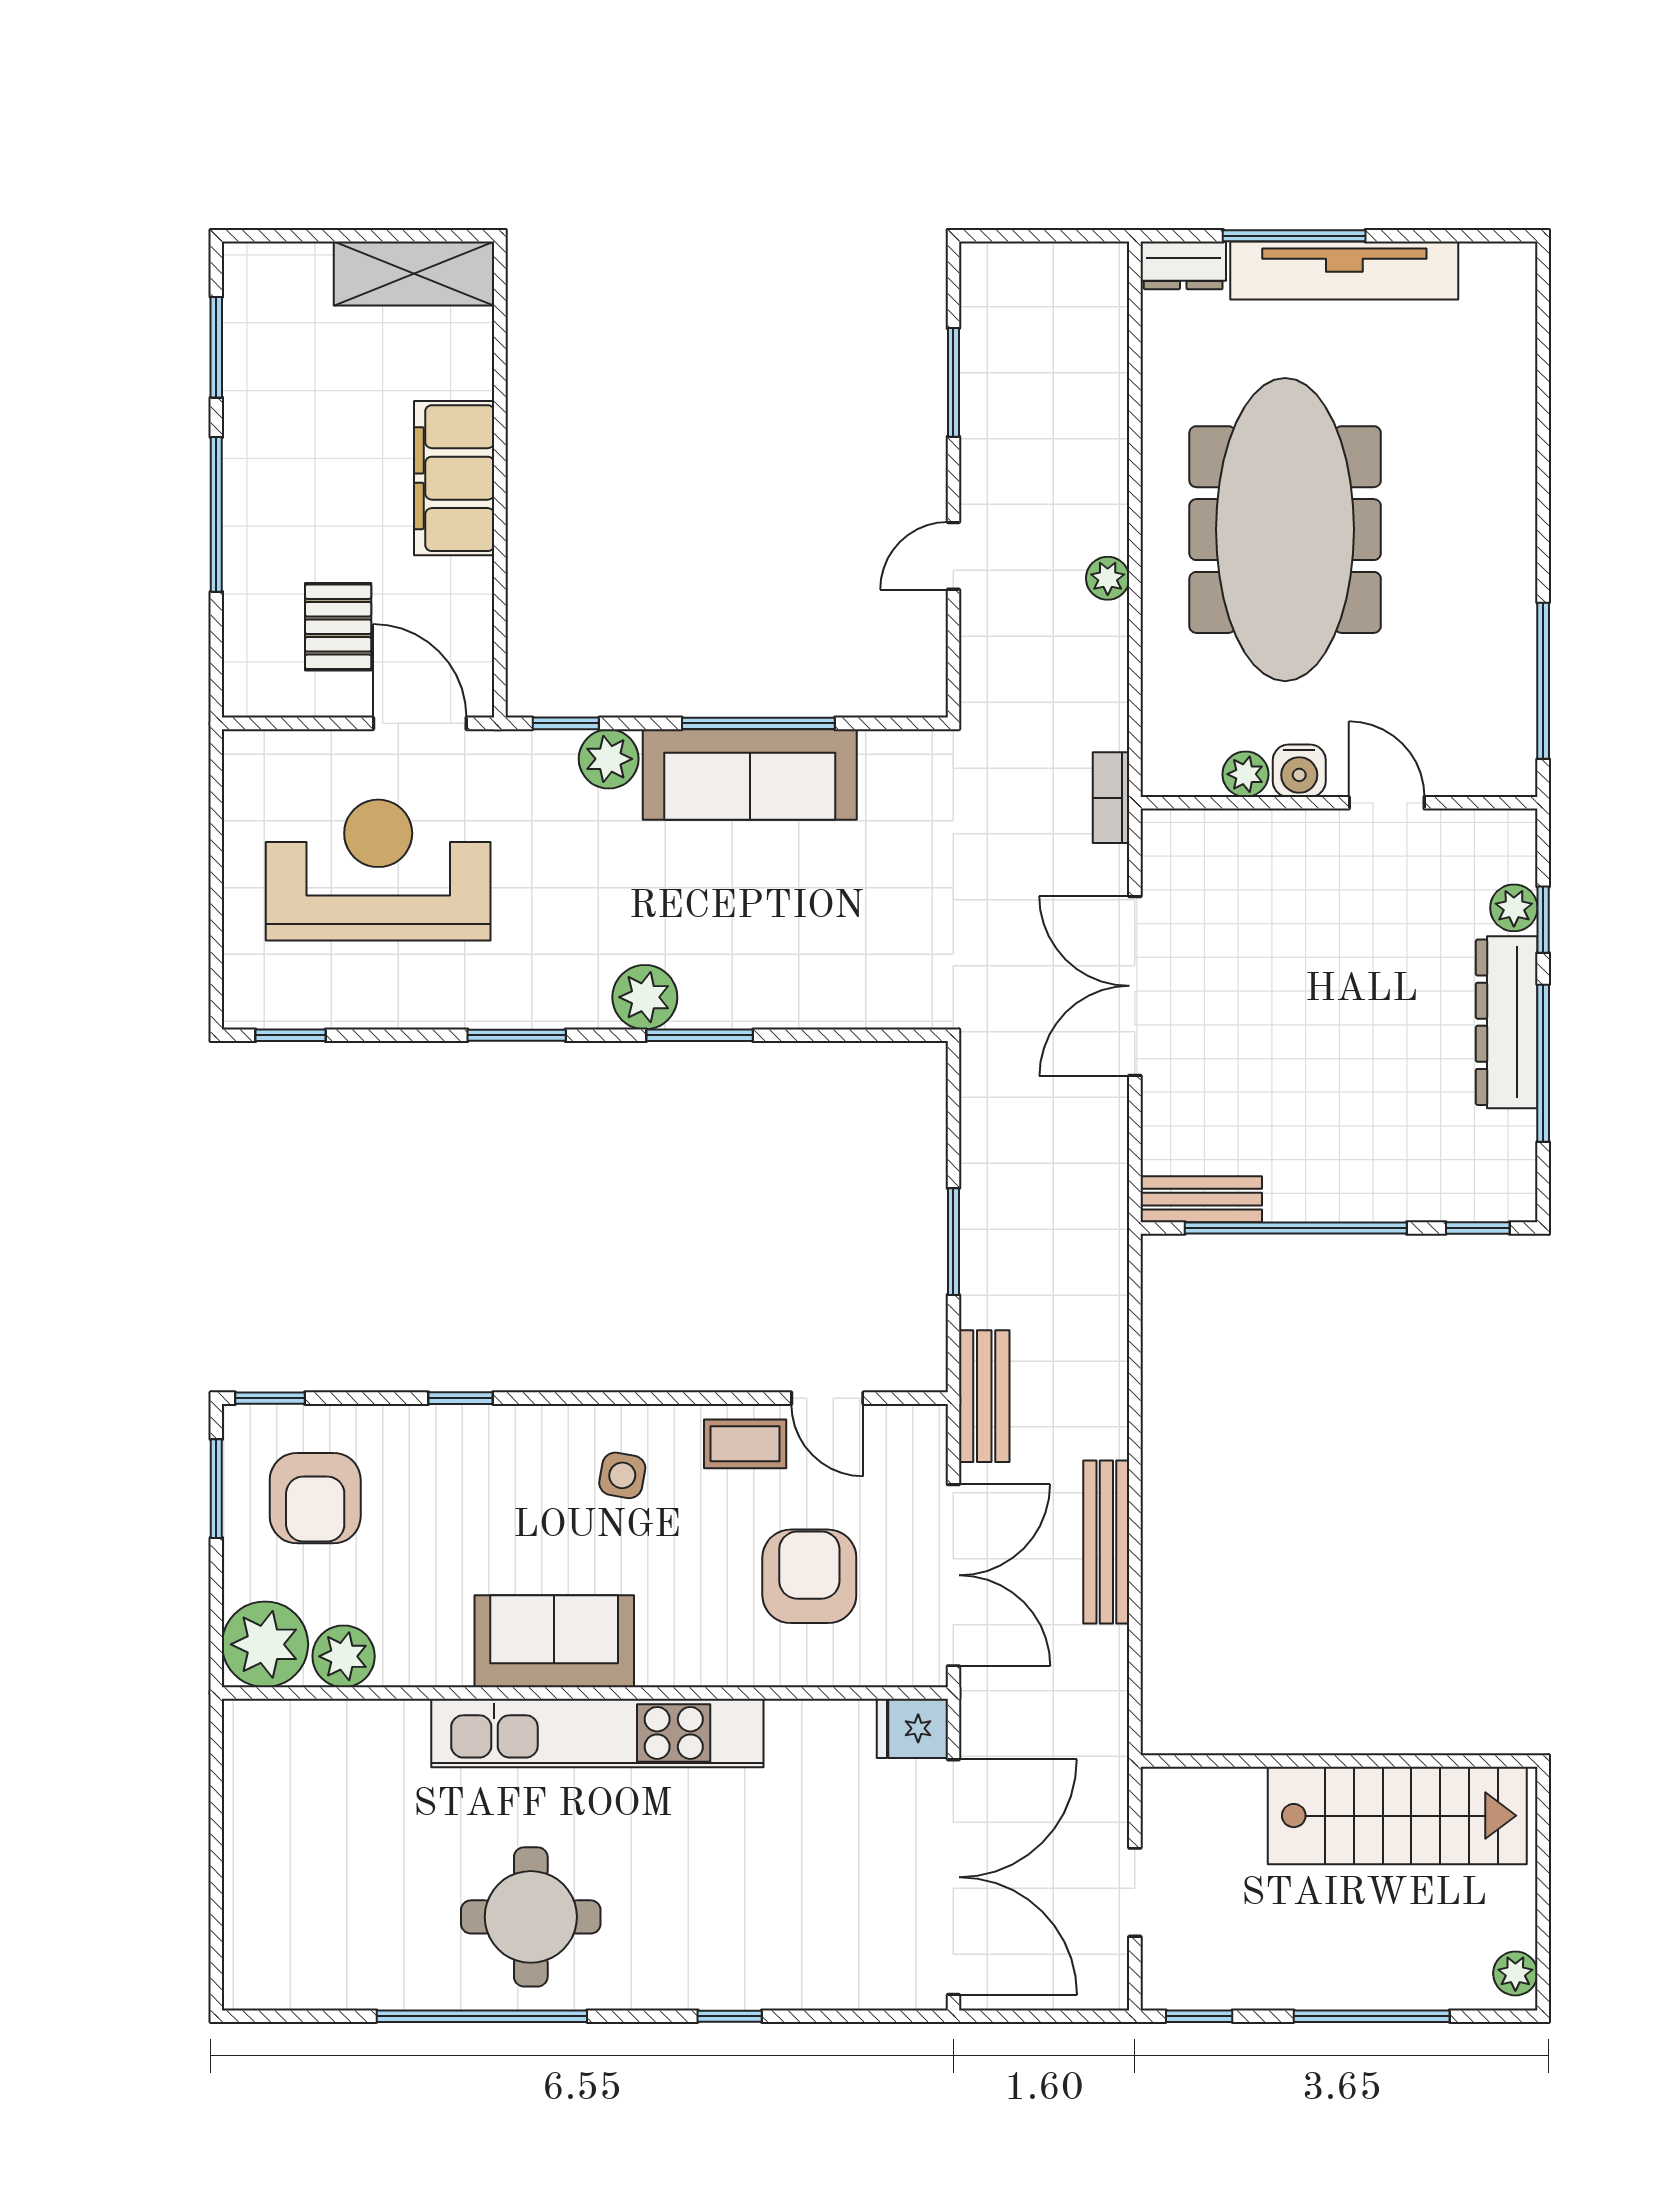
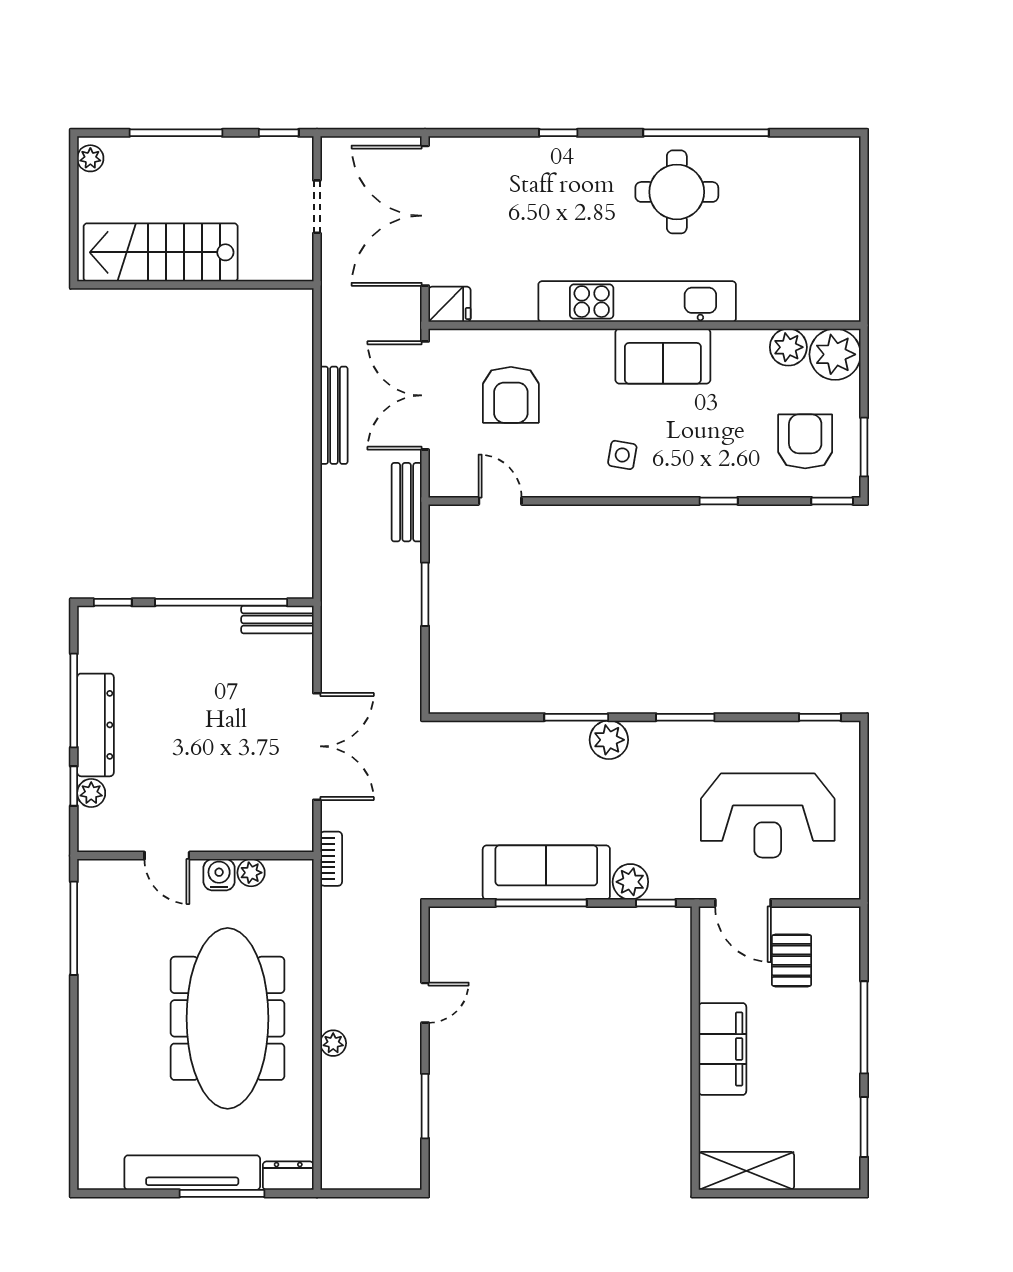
plant: (1108, 578) -> (333, 1043), moved
coffee table: (745, 1444) -> (549, 474), removed

